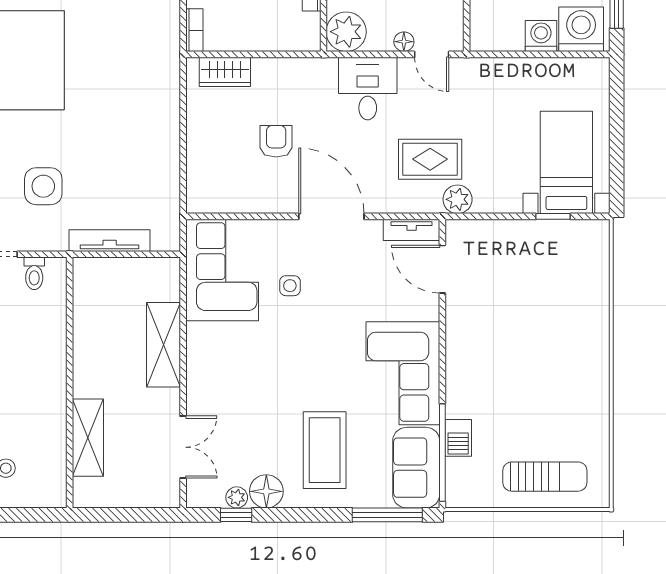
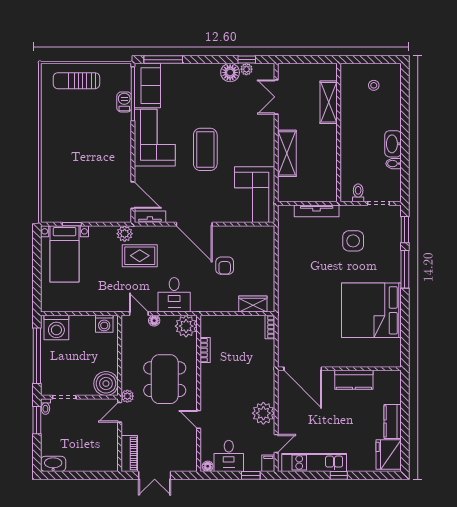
washing machine: (541, 36) -> (104, 324), moved
side table: (290, 286) -> (217, 186), removed
coffee table: (325, 450) -> (205, 149), moved

